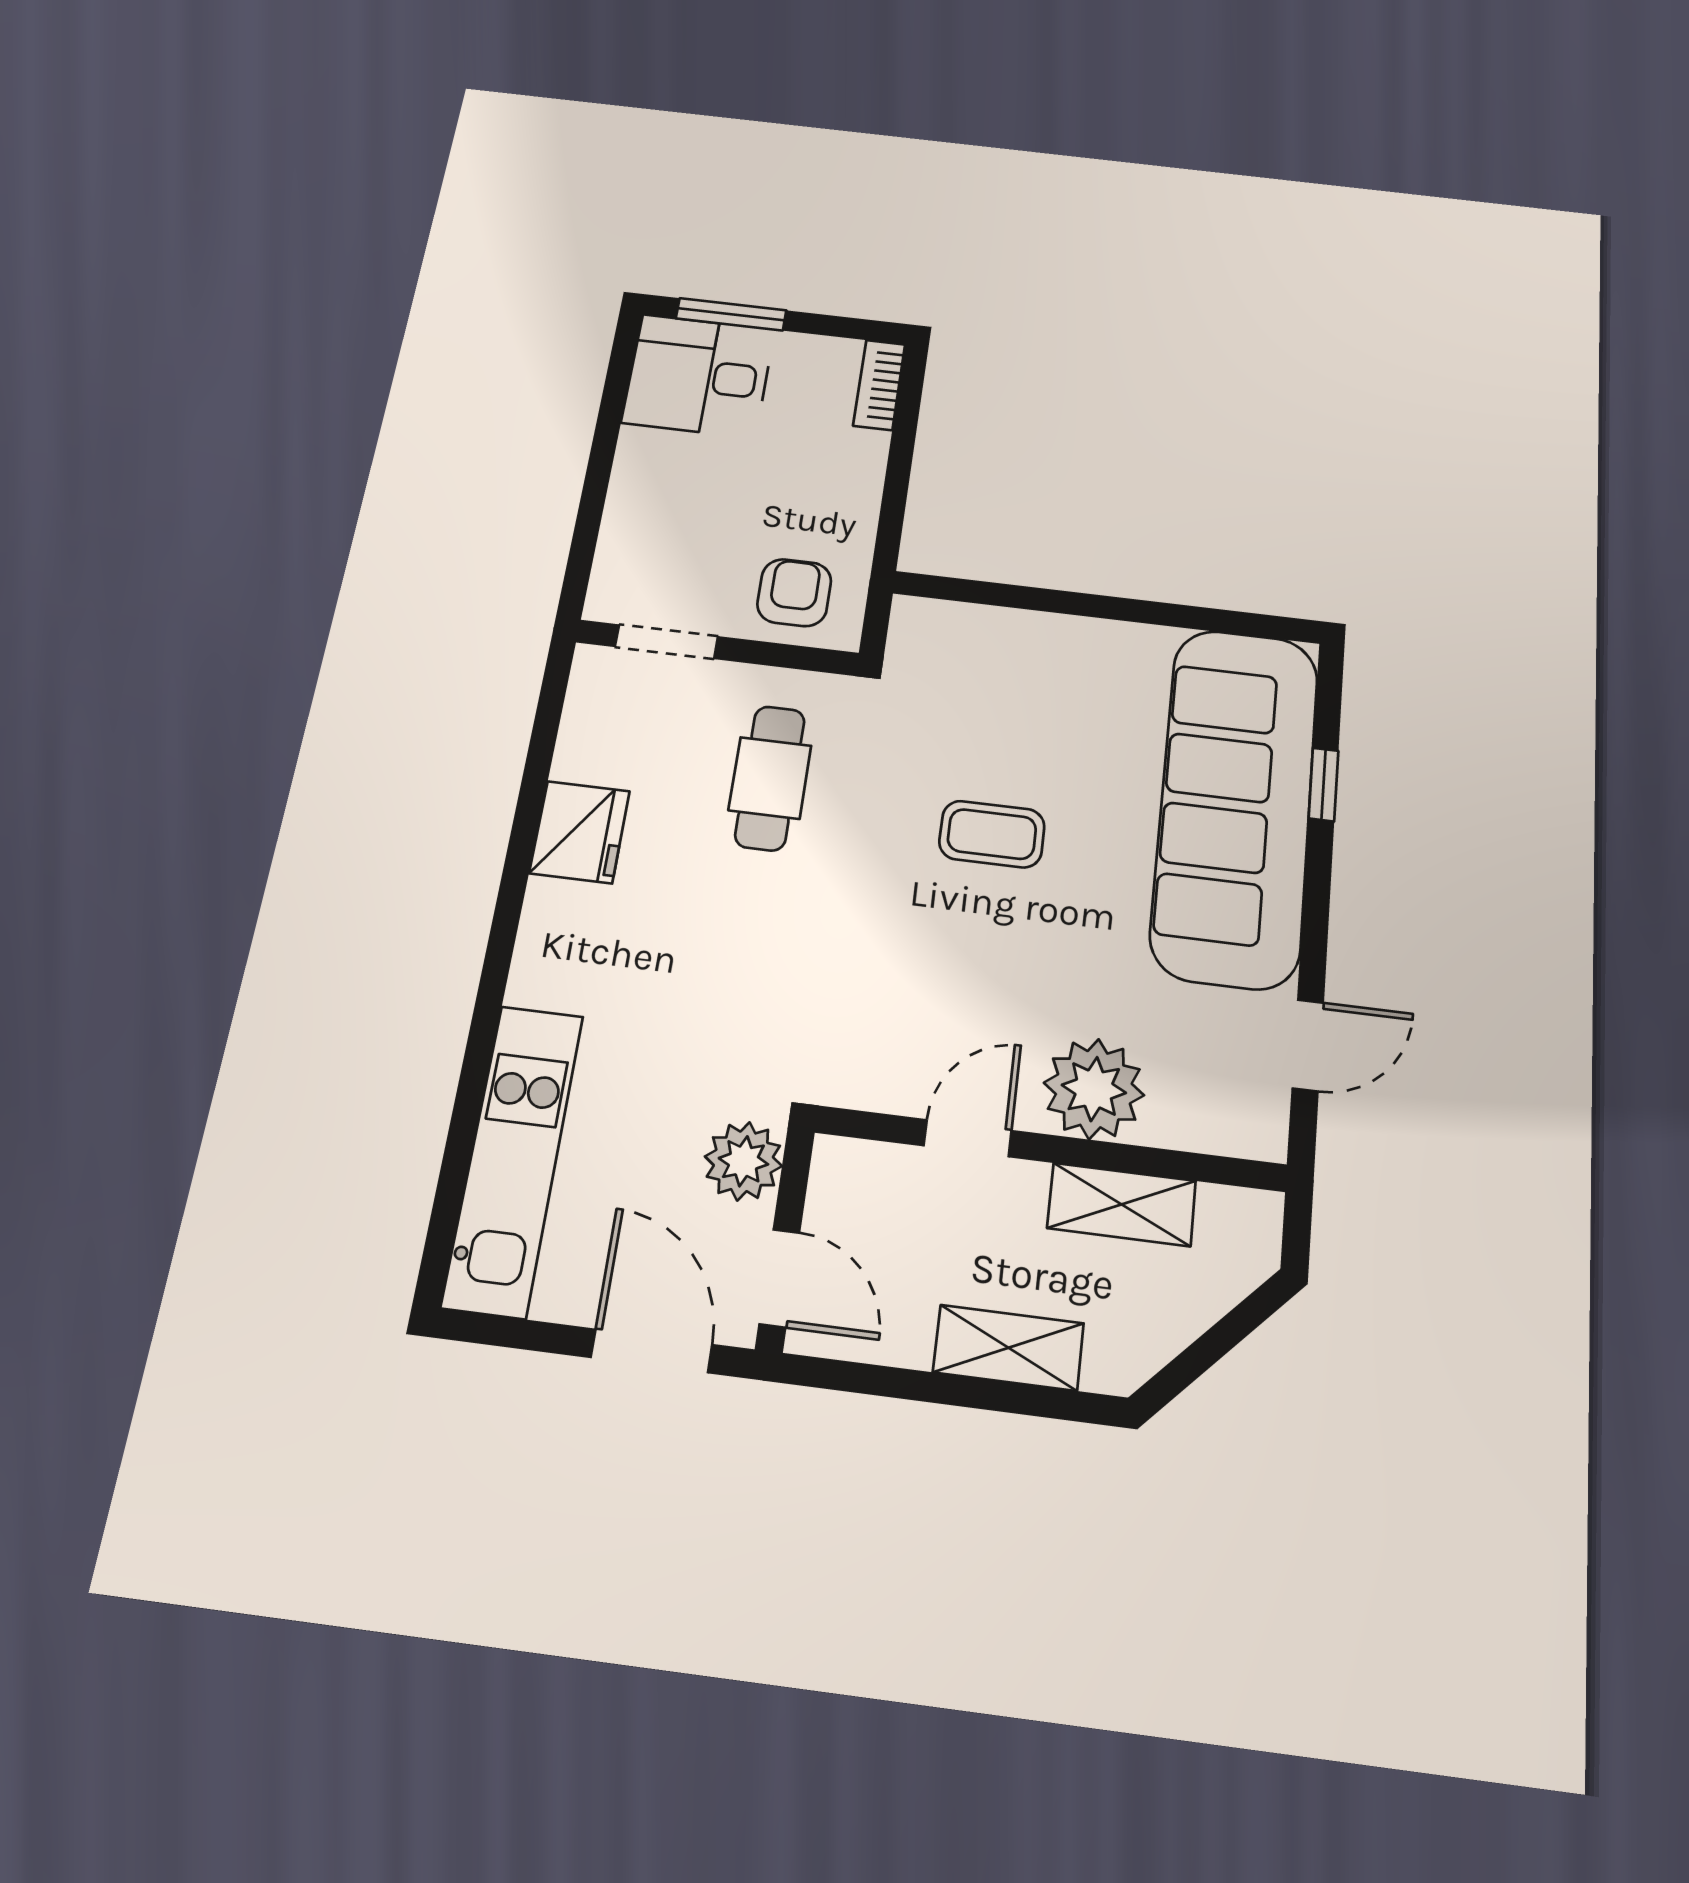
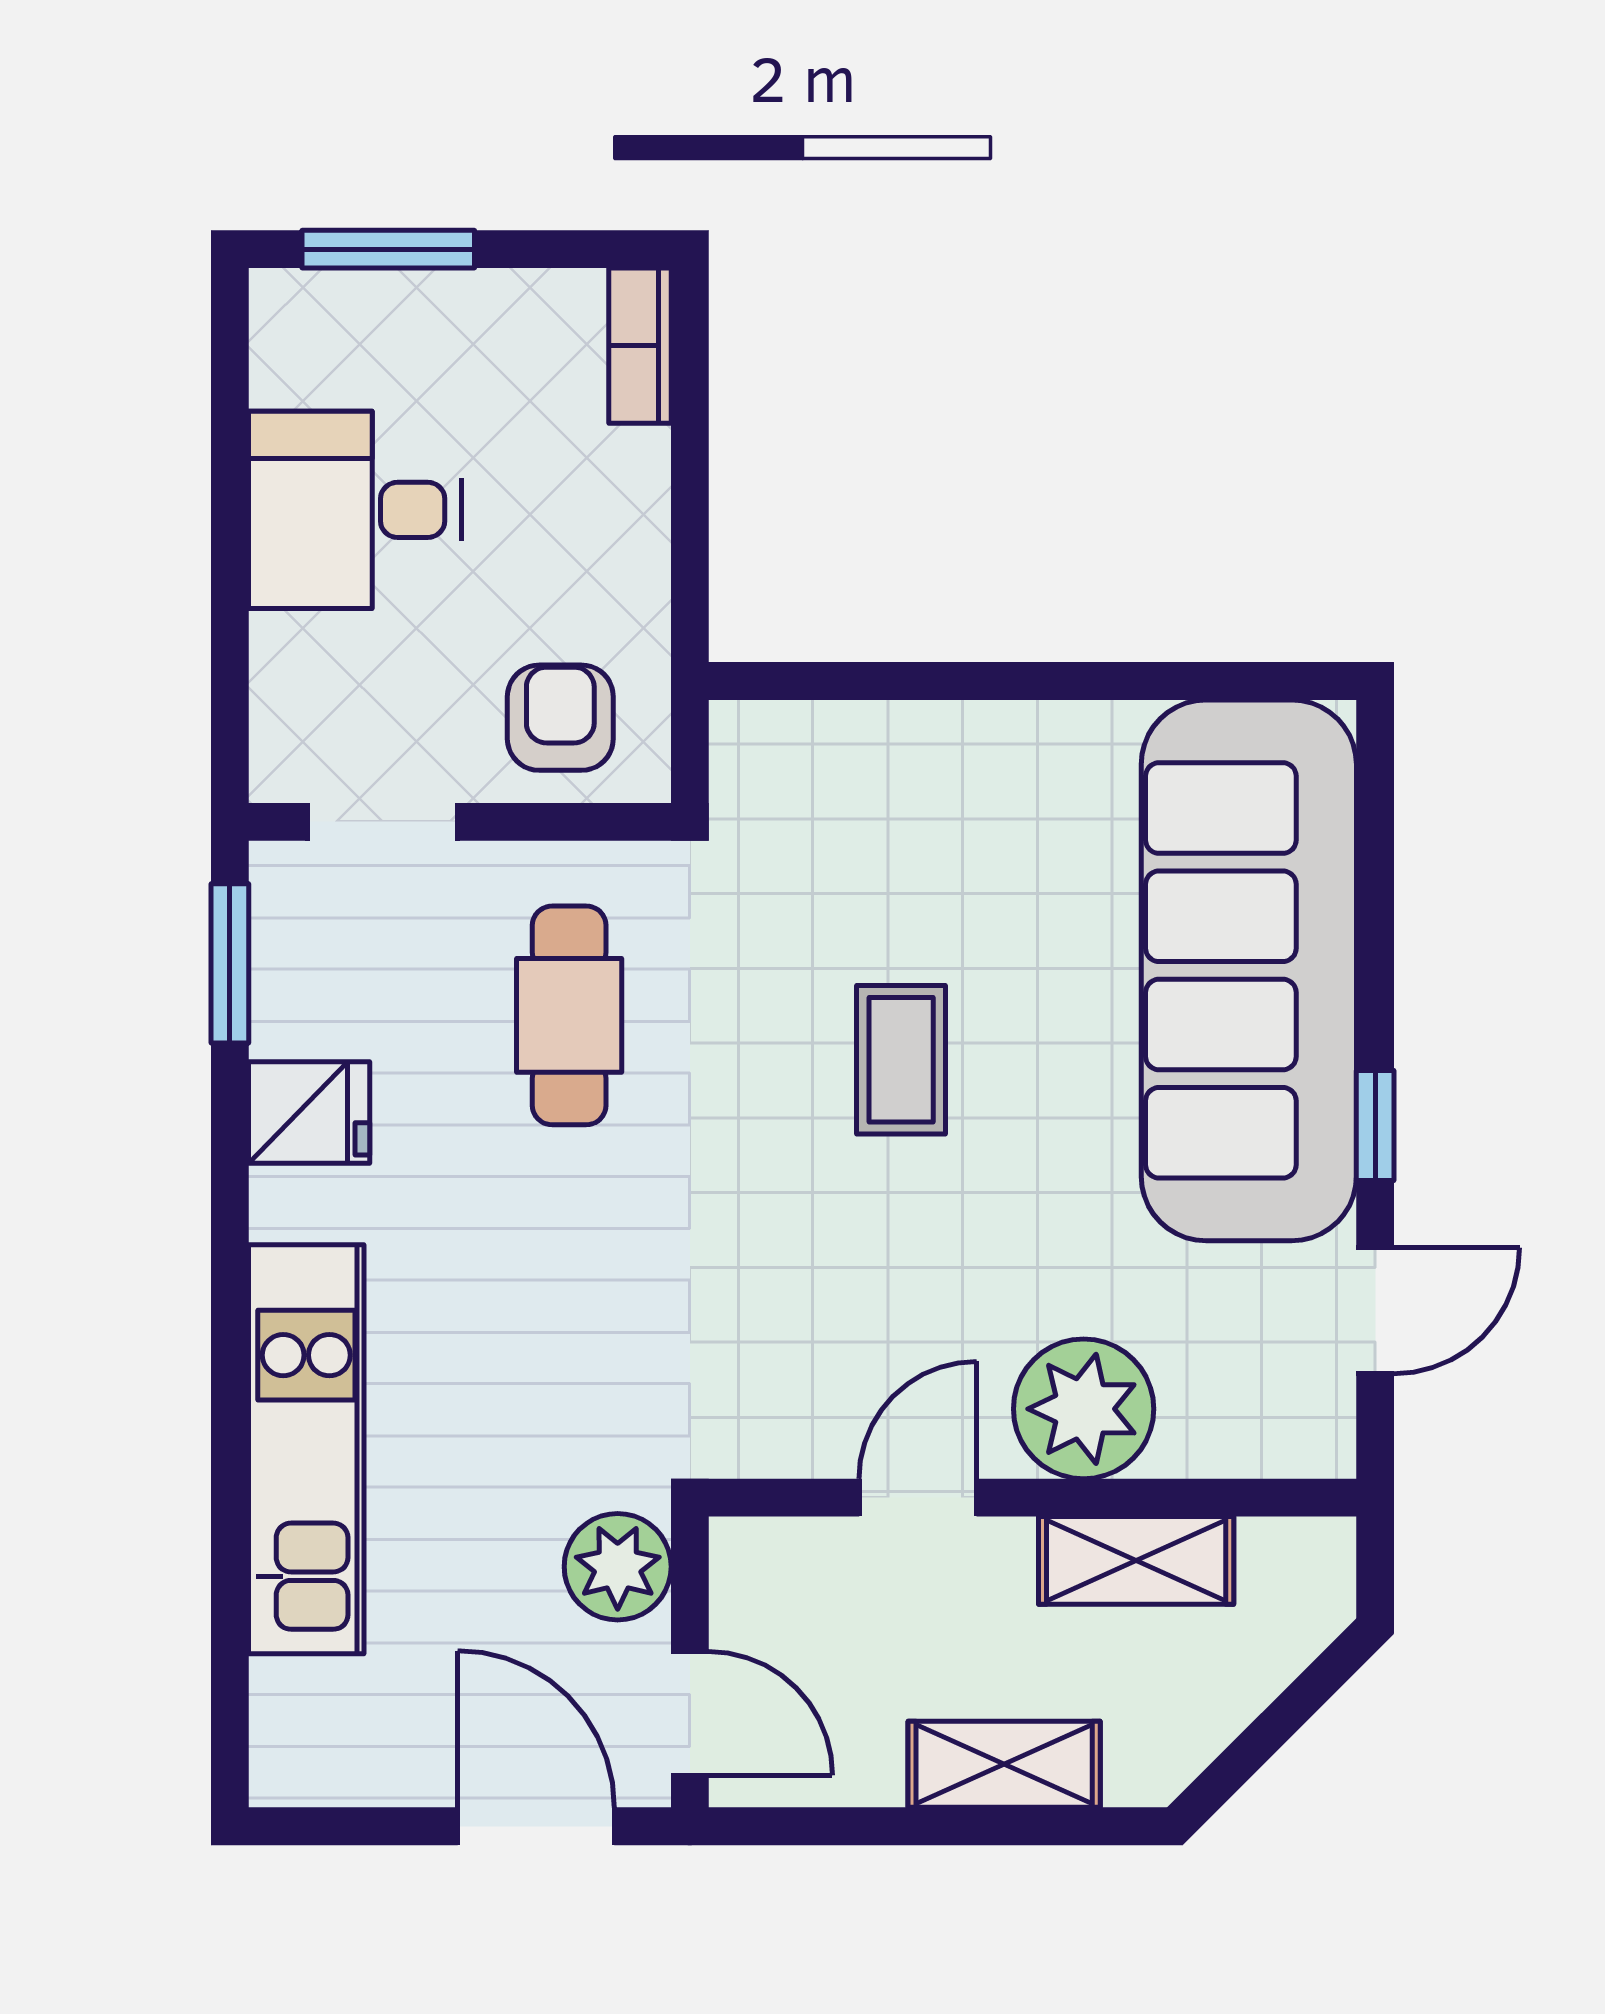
desk: (699, 376) -> (355, 510), moved
window: (548, 717) -> (230, 963), added
window: (1324, 784) -> (1375, 1126), moved
fridge: (580, 832) -> (309, 1113), width x0.72
coffee table: (992, 834) -> (901, 1060), turned 90
kitchen unit: (513, 1159) -> (306, 1449), moved

